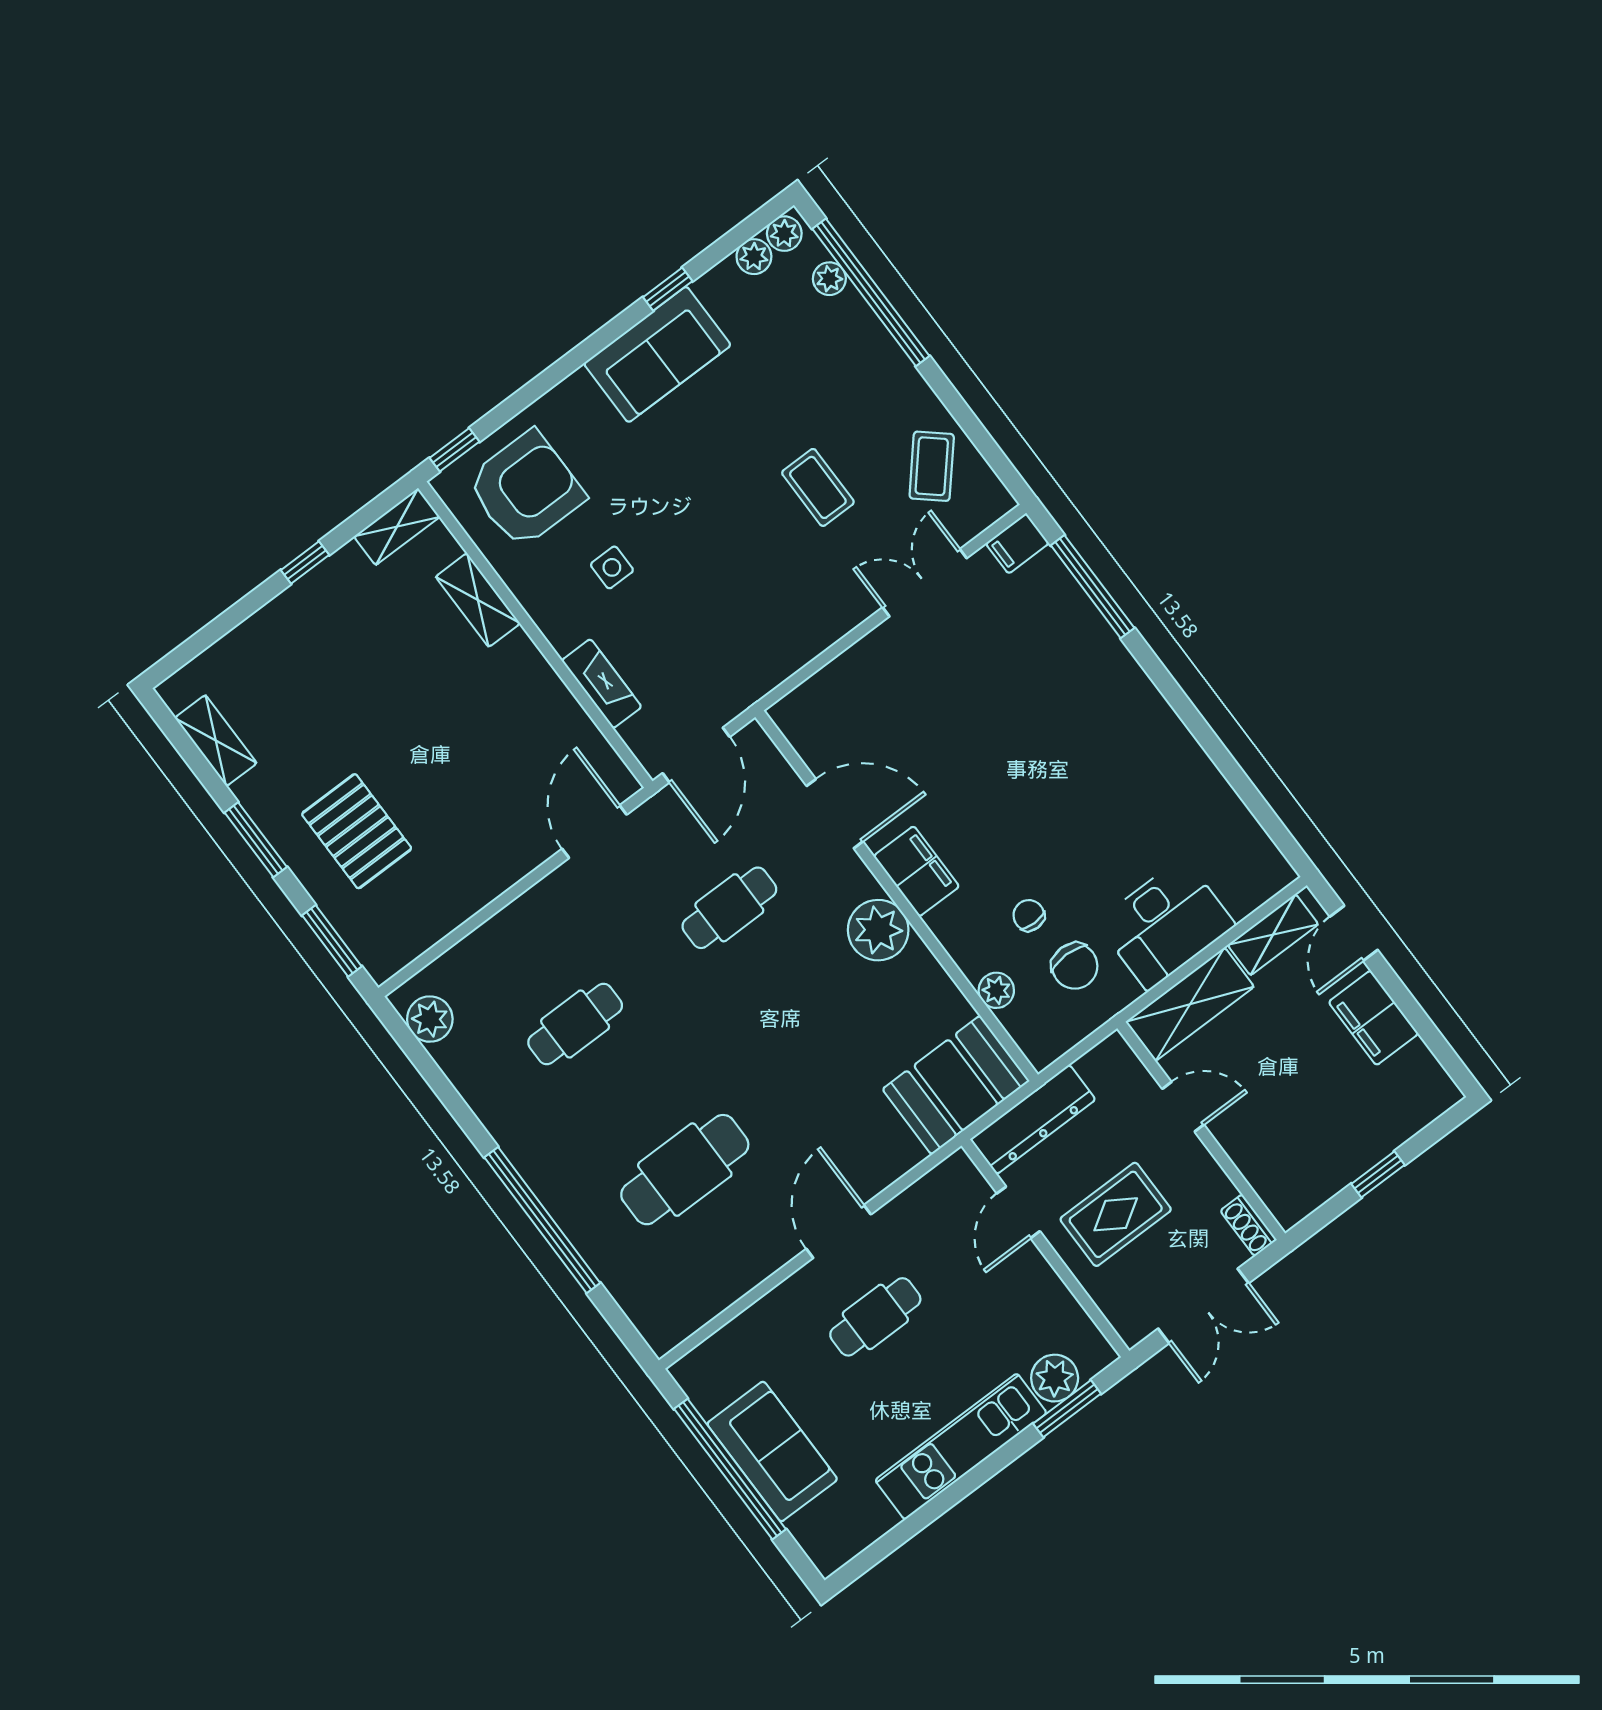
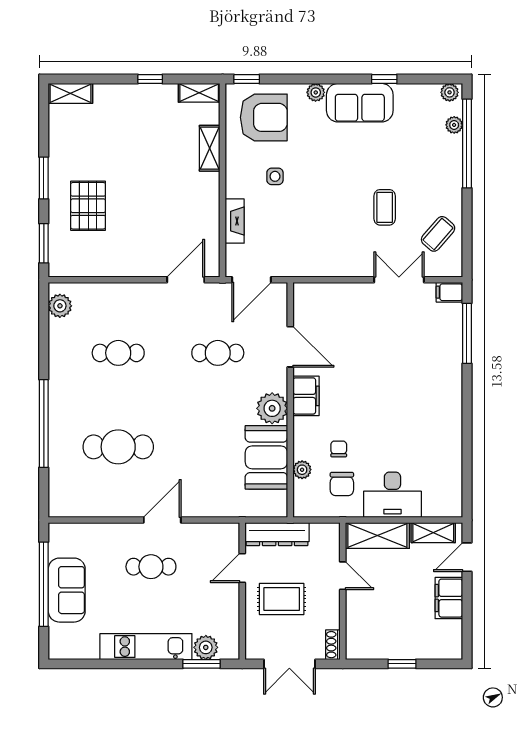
plant: (754, 257) -> (316, 92), moved
shelving: (216, 741) -> (70, 93), moved, turned 90
booth: (956, 1085) -> (266, 457), moved, turned 90

